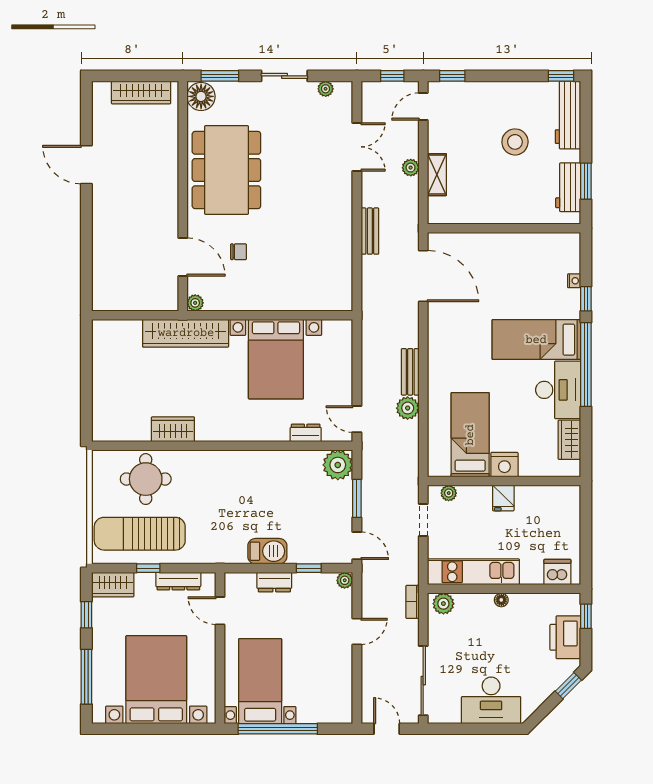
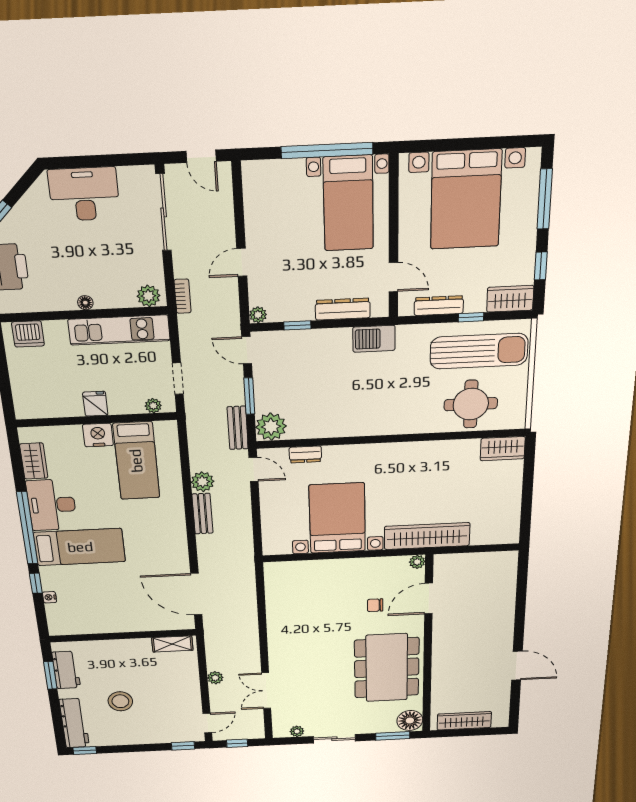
shelving: (437, 175) -> (172, 644), moved, turned 90
bench: (370, 231) -> (238, 428), moved
door: (183, 257) -> (429, 599), hinge flipped
wardrobe: (173, 429) -> (503, 449), moved
barbecue: (267, 551) -> (374, 339), moved
dresser: (274, 582) -> (343, 309), width x1.44

